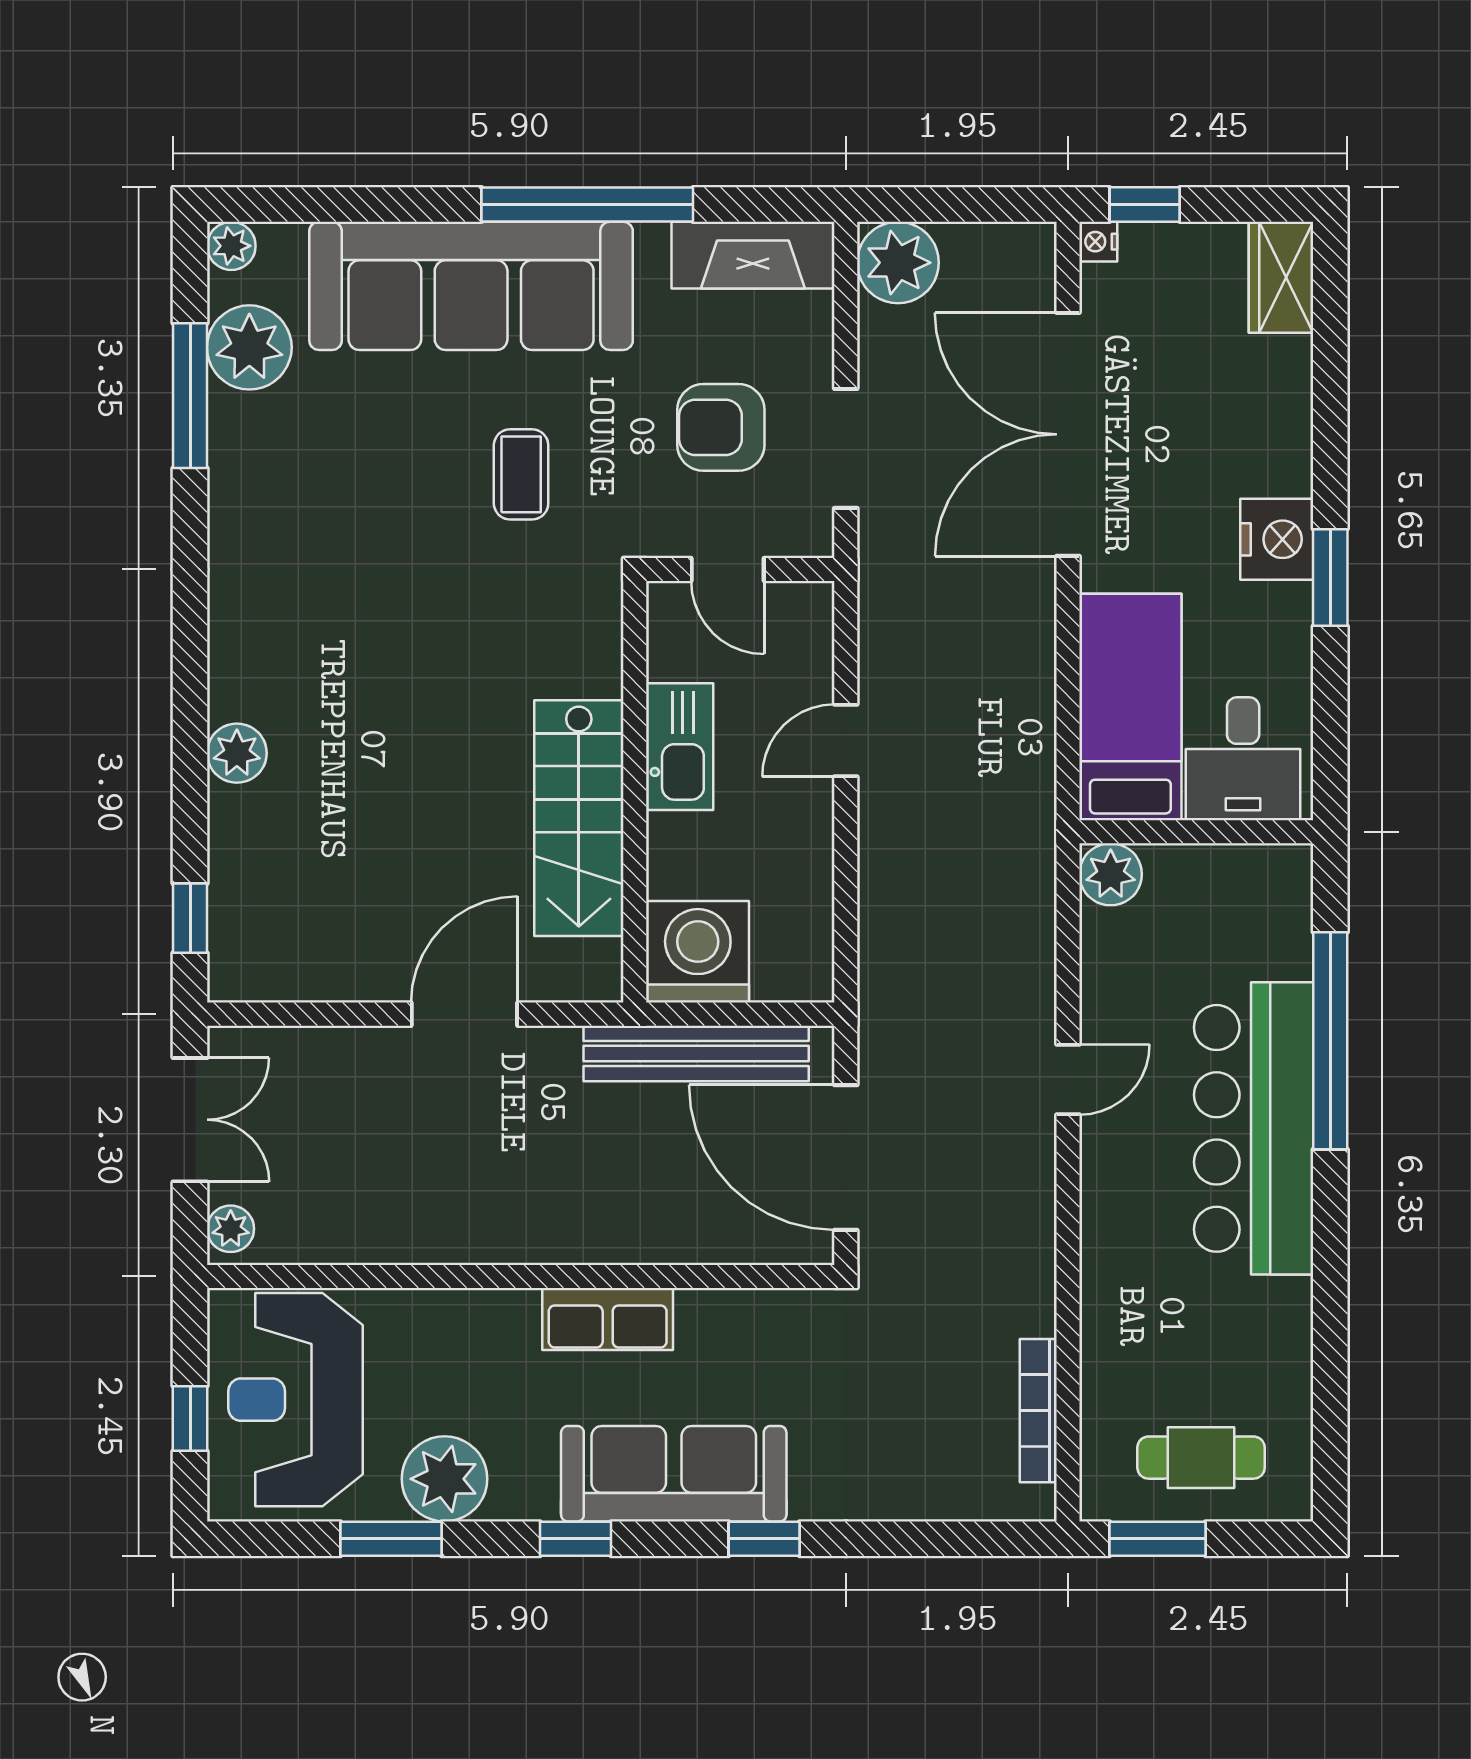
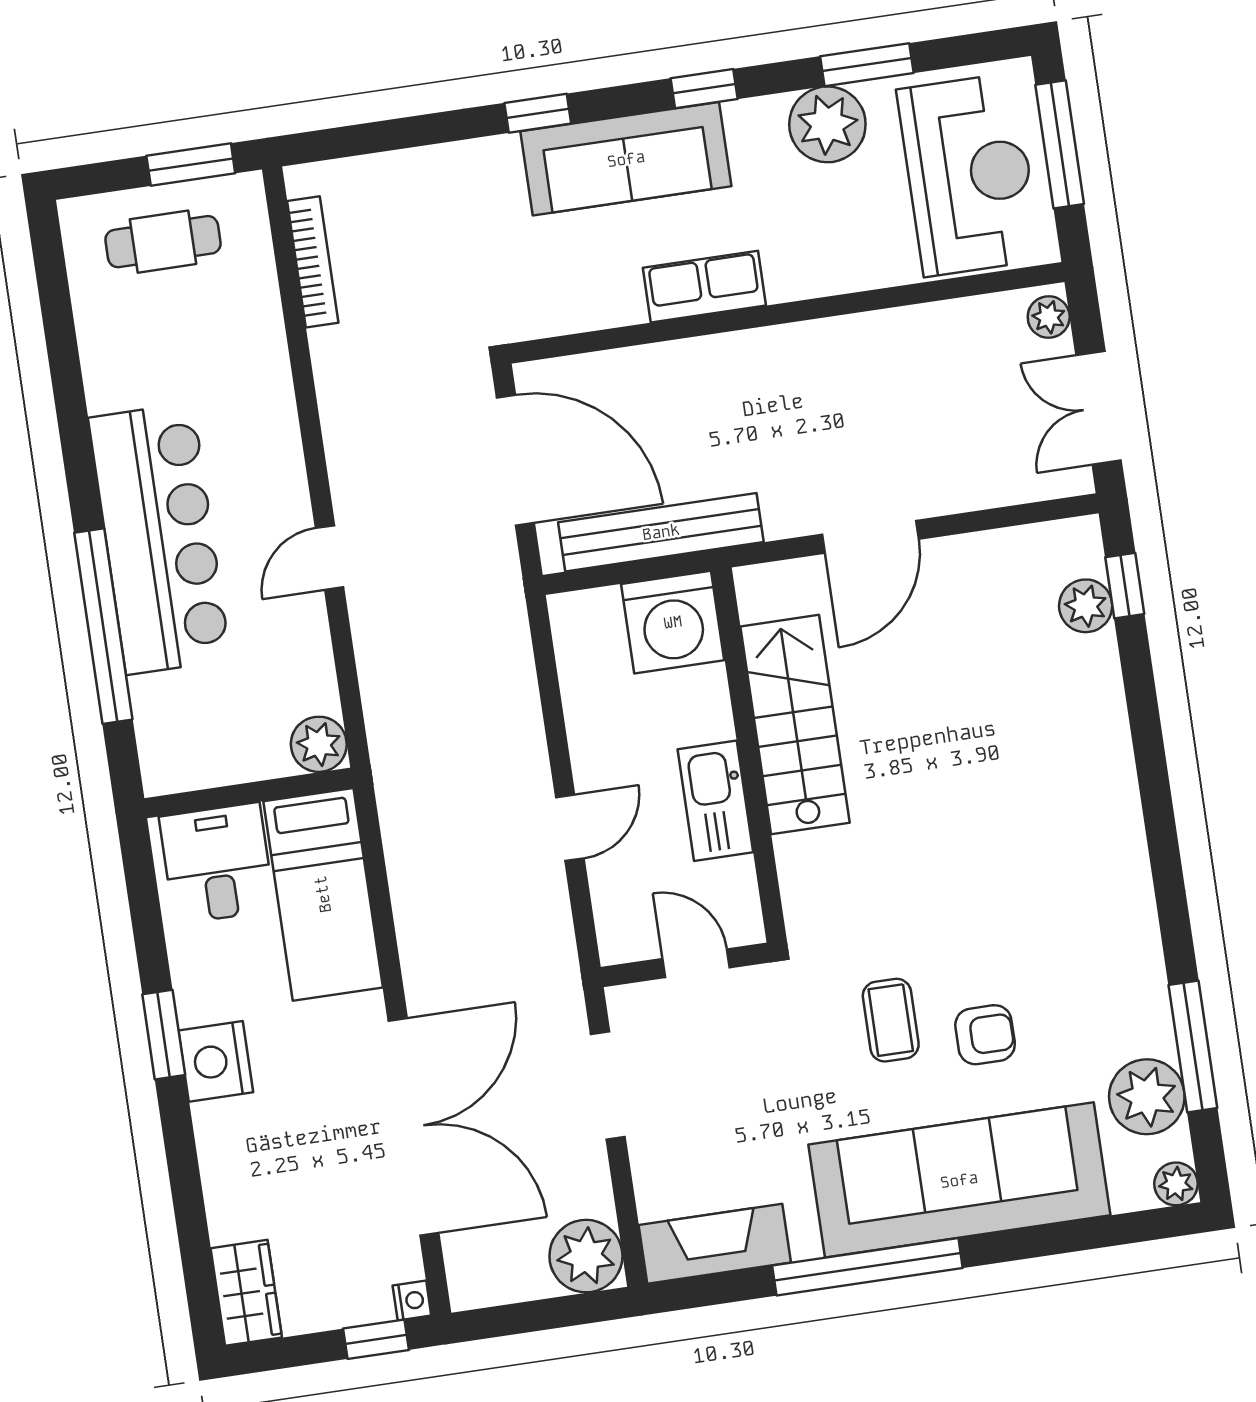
armchair: (721, 427) -> (985, 1035), moved, width x0.72, depth x0.72
plant: (237, 753) -> (1086, 606), moved
window: (190, 1419) -> (1060, 144), width x2.17

